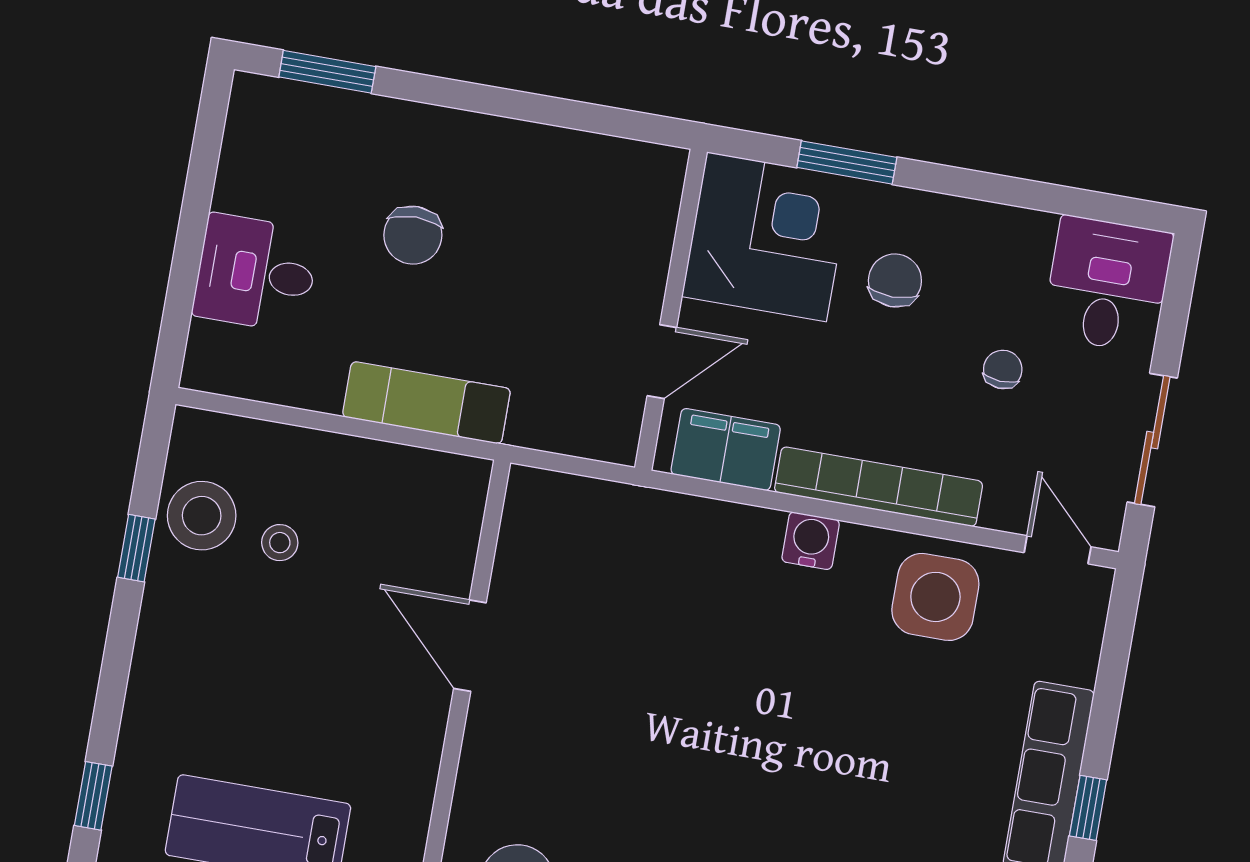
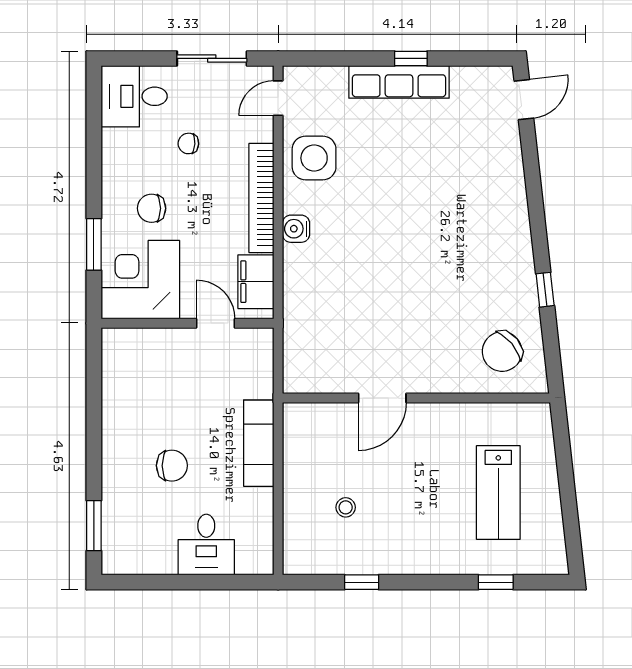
stool: (202, 516) -> (339, 551), removed

